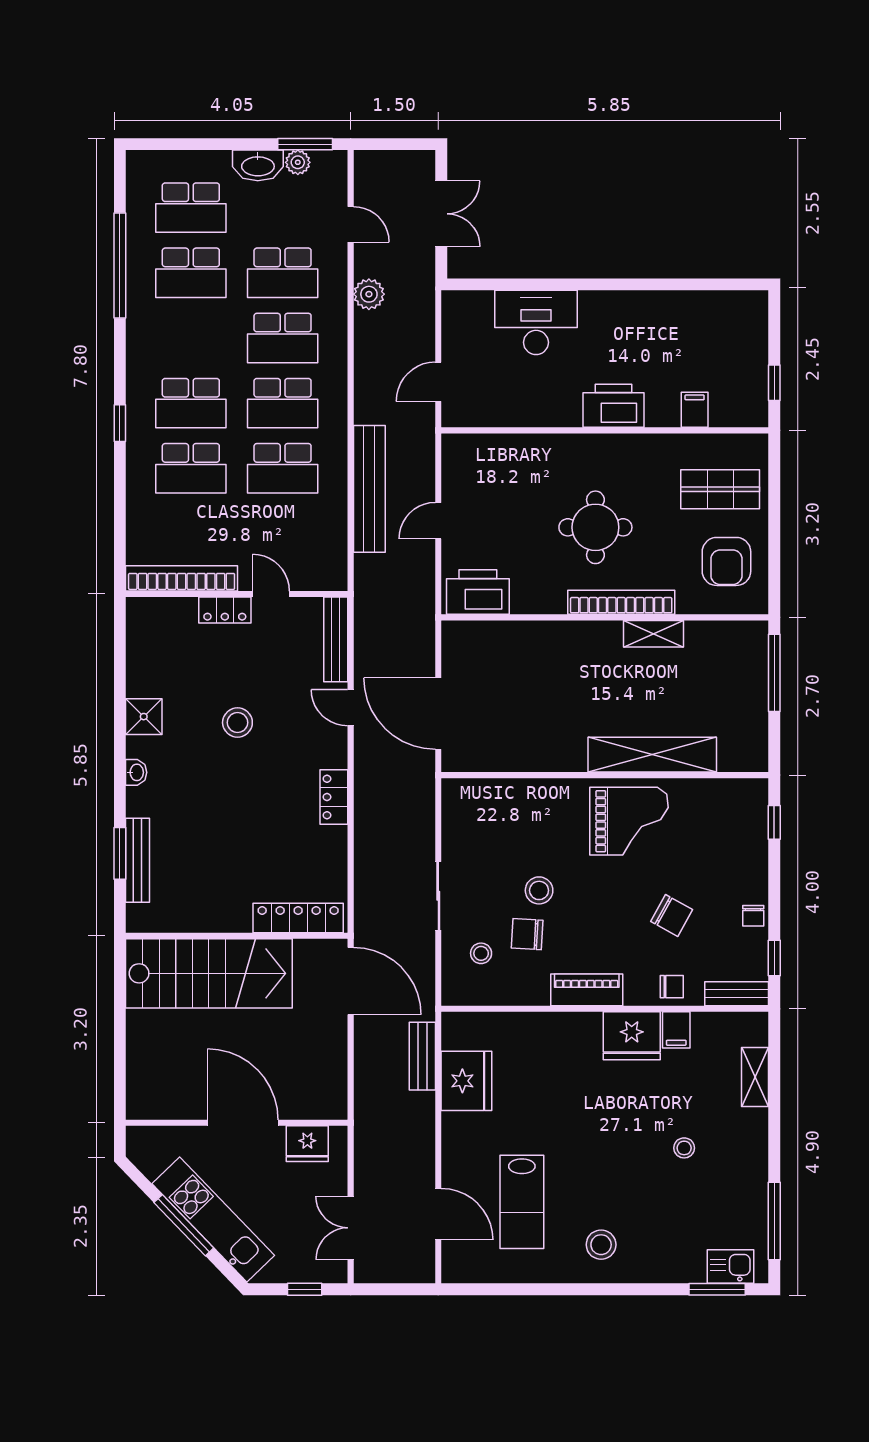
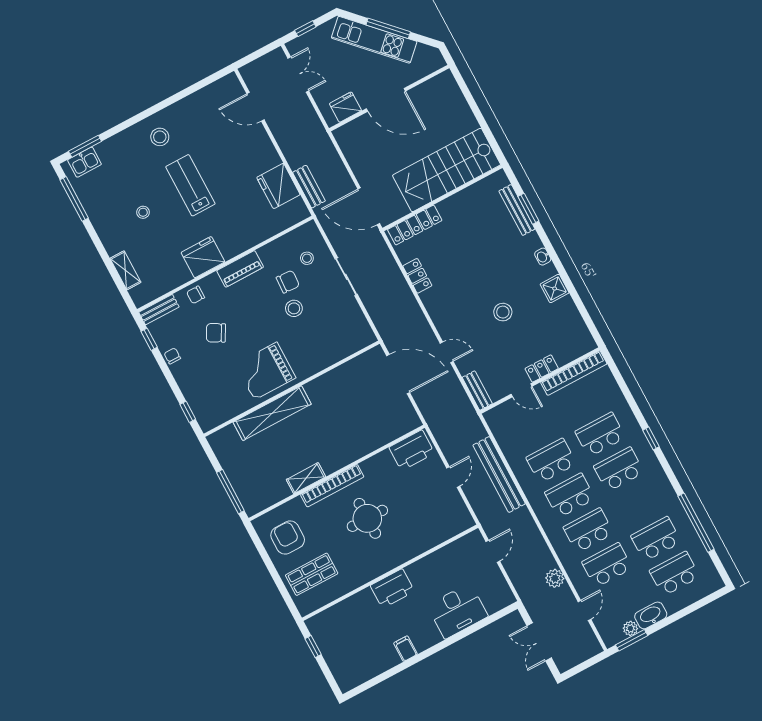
door: (351, 224) -> (584, 610), swing flipped
filing cabinet: (695, 410) -> (405, 649), moved, turned 180
bench: (336, 639) -> (477, 391), width x0.73
locker: (334, 797) -> (417, 276), moved
filing cabinet: (676, 1030) -> (181, 273), removed
lab bench: (522, 1202) -> (190, 185), moved

